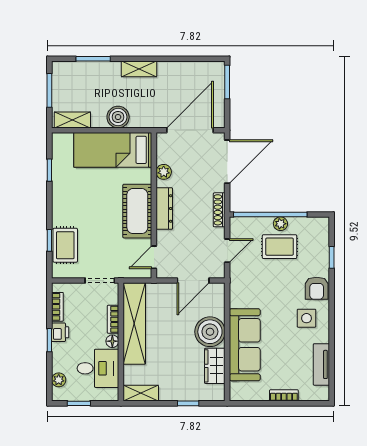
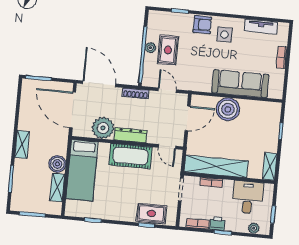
shelving: (72, 120) -> (57, 187), moved
plant: (164, 172) -> (103, 128), width x1.87, depth x1.87
door: (193, 281) -> (188, 118), hinge flipped
floor lamp: (112, 341) -> (228, 184), removed
wardrobe: (215, 366) -> (254, 108), removed

